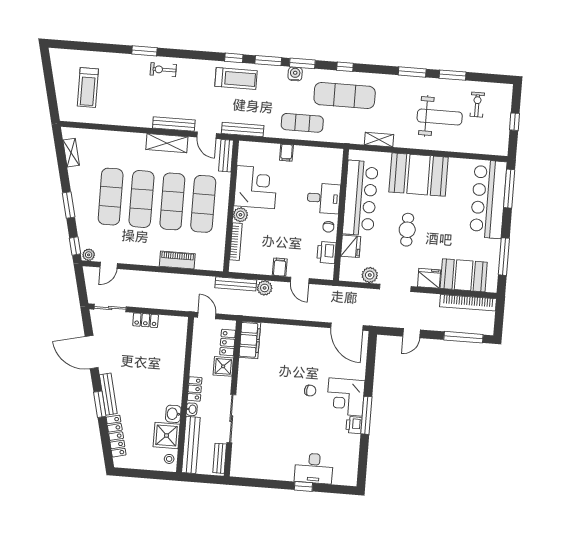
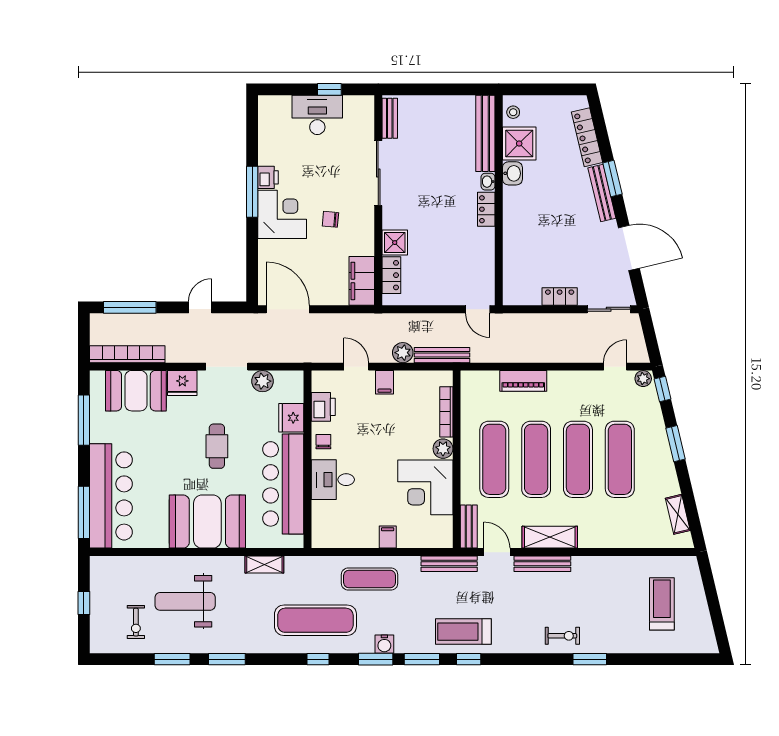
filing cabinet: (250, 340) -> (362, 281), moved
locker: (228, 343) -> (391, 275), moved
shower: (223, 366) -> (395, 243), moved
wall: (233, 399) -> (378, 200), moved
sliding door: (231, 419) -> (378, 173), moved
bench: (220, 458) -> (390, 118), moved

